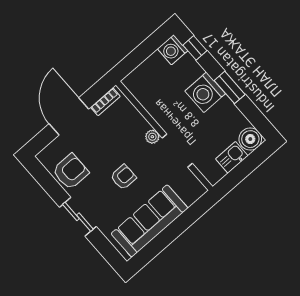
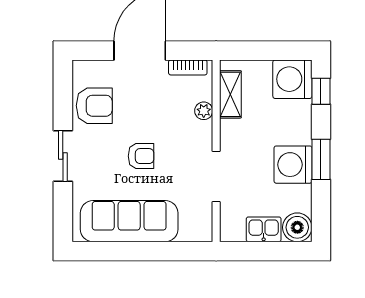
washing machine: (173, 50) -> (292, 79), width x1.37, depth x1.37
washing machine: (205, 92) -> (293, 165), moved
shelving: (144, 96) -> (230, 94), added
plant: (152, 137) -> (204, 111), moved

